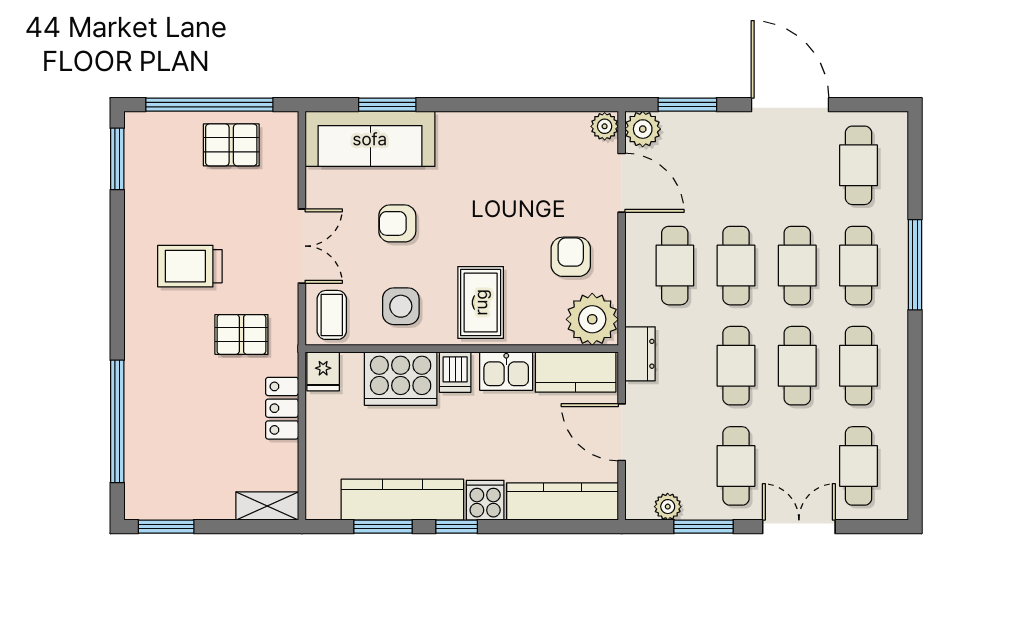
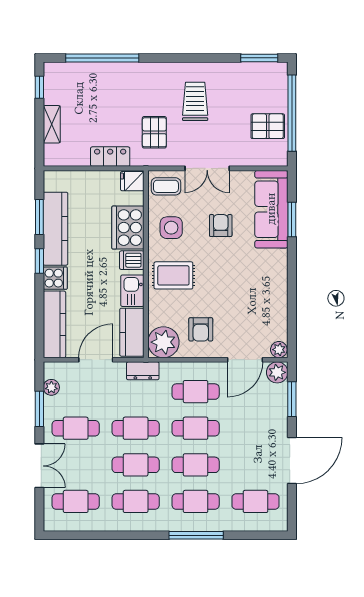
pallet: (231, 145) -> (268, 126), turned 90
armchair: (571, 257) -> (201, 329), turned 90
shelving: (267, 506) -> (52, 124), moved
window: (166, 527) -> (39, 87), width x0.67

